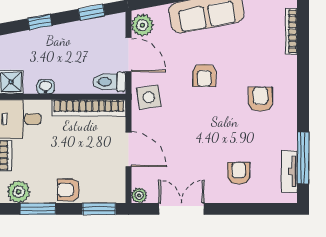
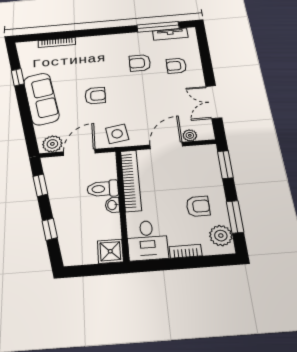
toilet: (110, 82) -> (103, 189), moved, turned 90
washbasin: (46, 87) -> (112, 205), moved
armchair: (260, 99) -> (140, 63), moved
armchair: (68, 190) -> (198, 206), moved, turned -90
plant: (139, 195) -> (190, 135), moved

